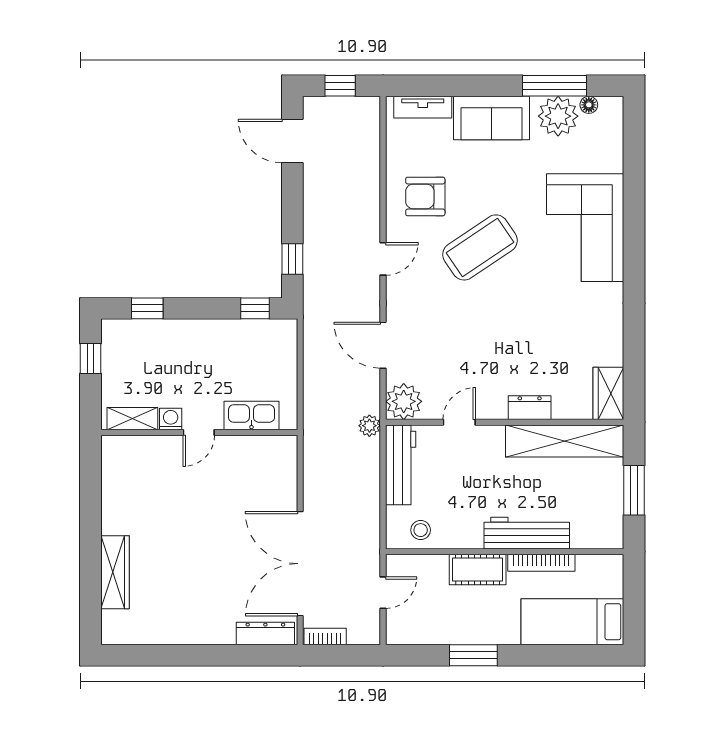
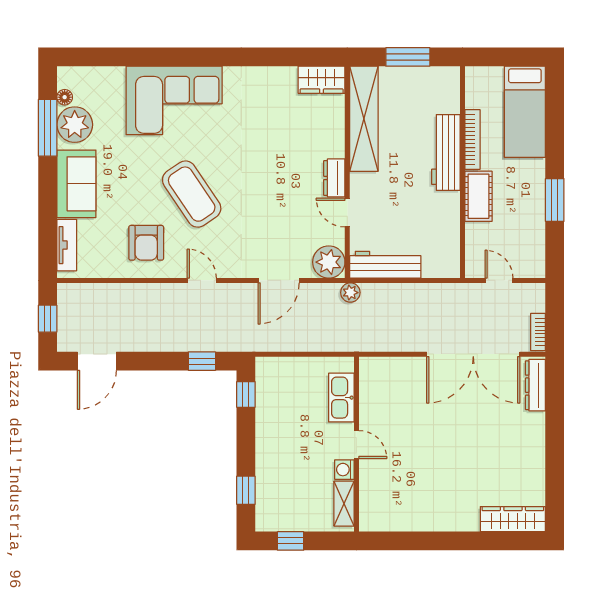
dresser: (530, 408) -> (334, 178), moved
stool: (421, 530) -> (443, 247), removed
wardrobe: (115, 572) -> (513, 519), moved

